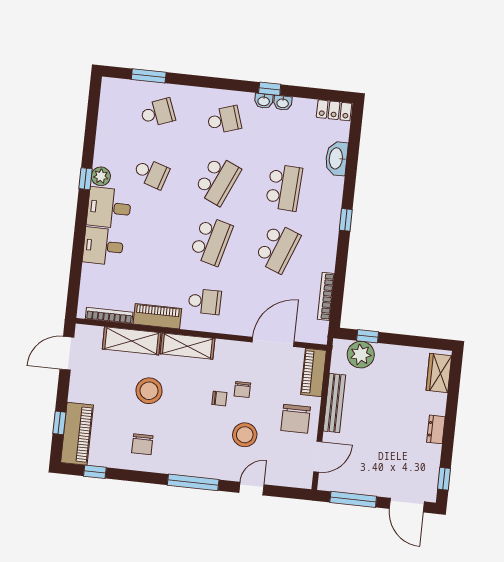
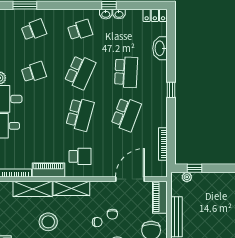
school desk: (151, 173) -> (34, 72), turned -36
plant: (361, 355) -> (187, 177), width x0.53, depth x0.53

